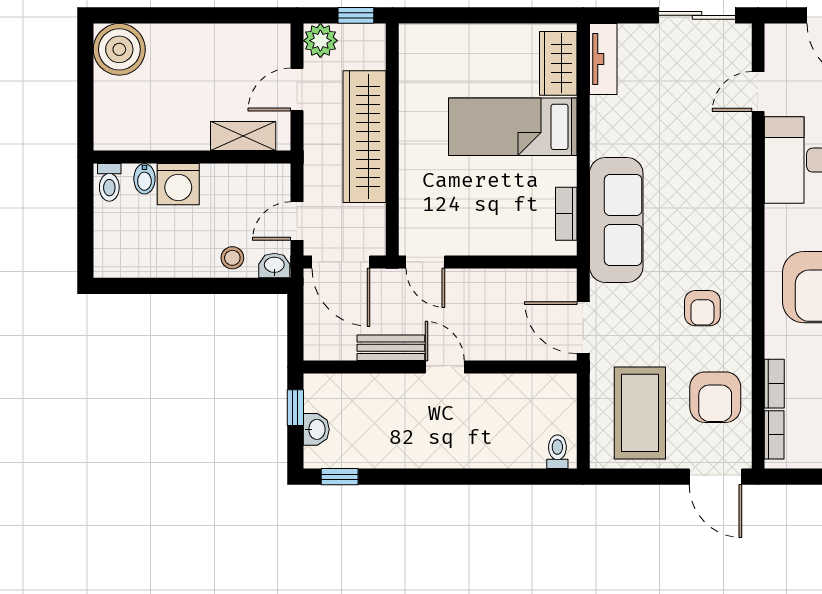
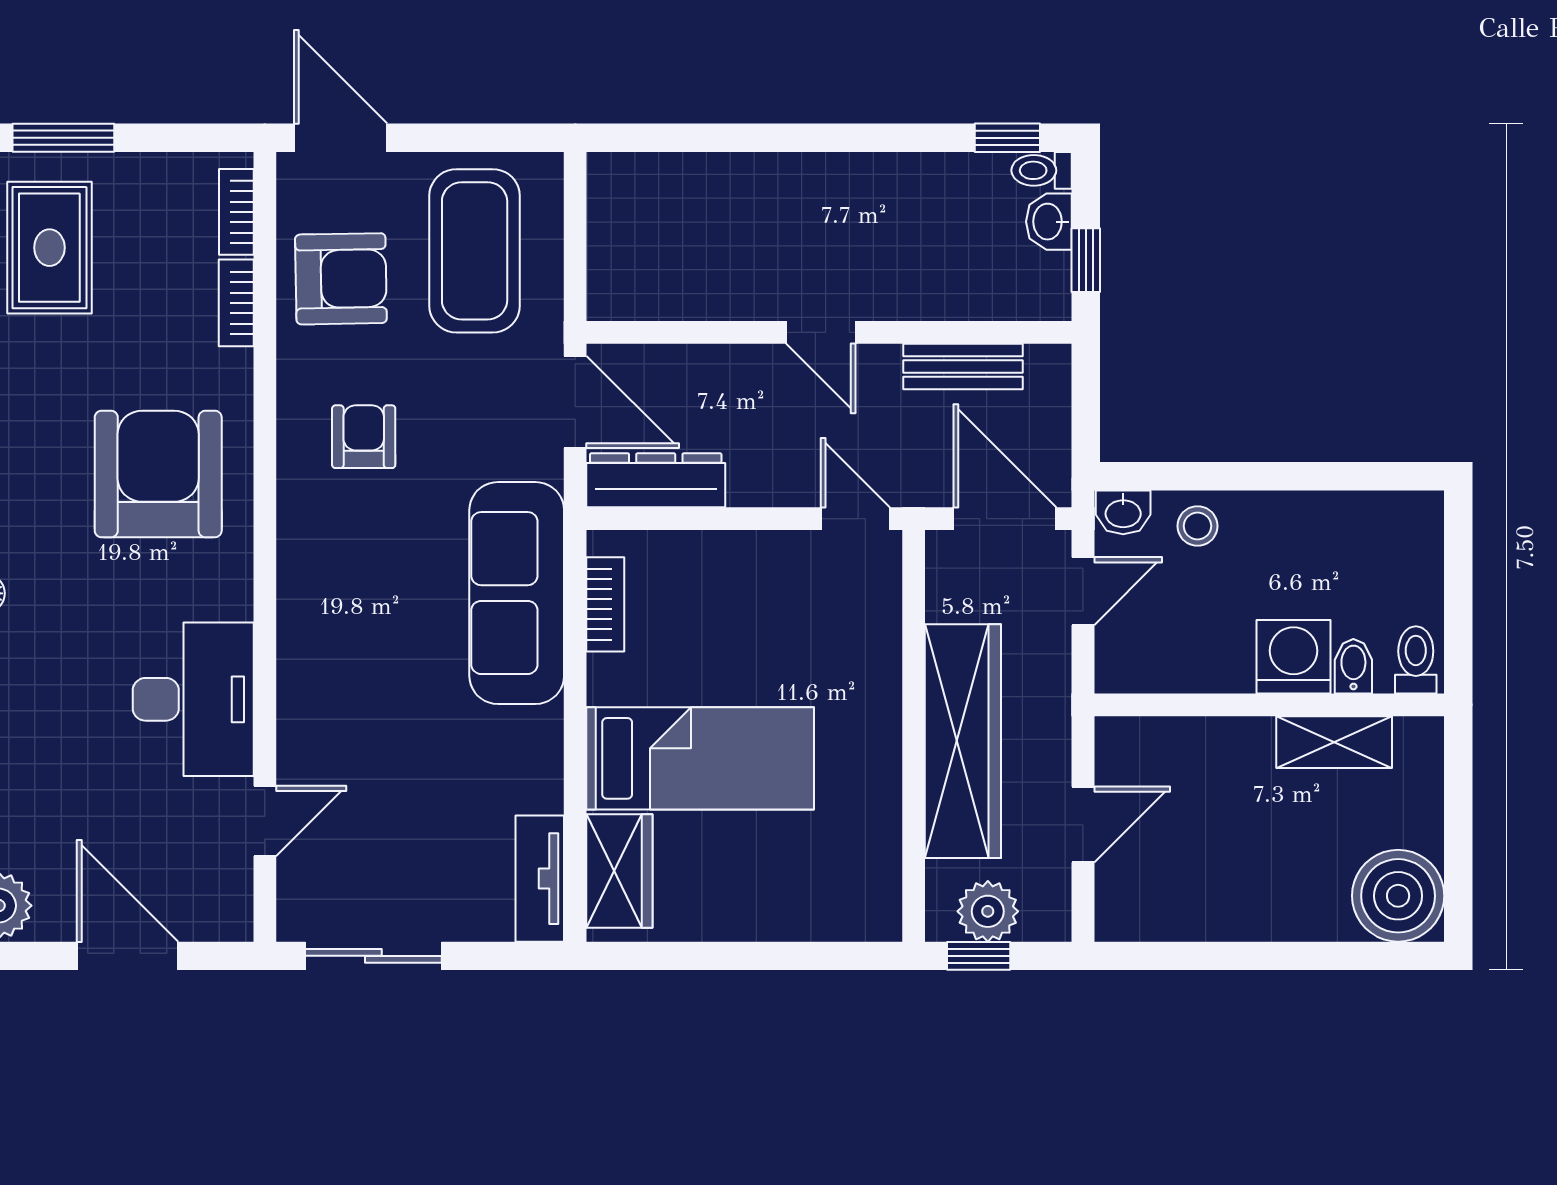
plant: (320, 41) -> (988, 911), moved
shelving: (243, 136) -> (1334, 742), moved
dresser: (538, 284) -> (656, 480), added
bench: (391, 348) -> (963, 367), moved
armchair: (715, 397) -> (341, 279), turned 89
toilet: (557, 452) -> (1042, 170), moved, turned 90

